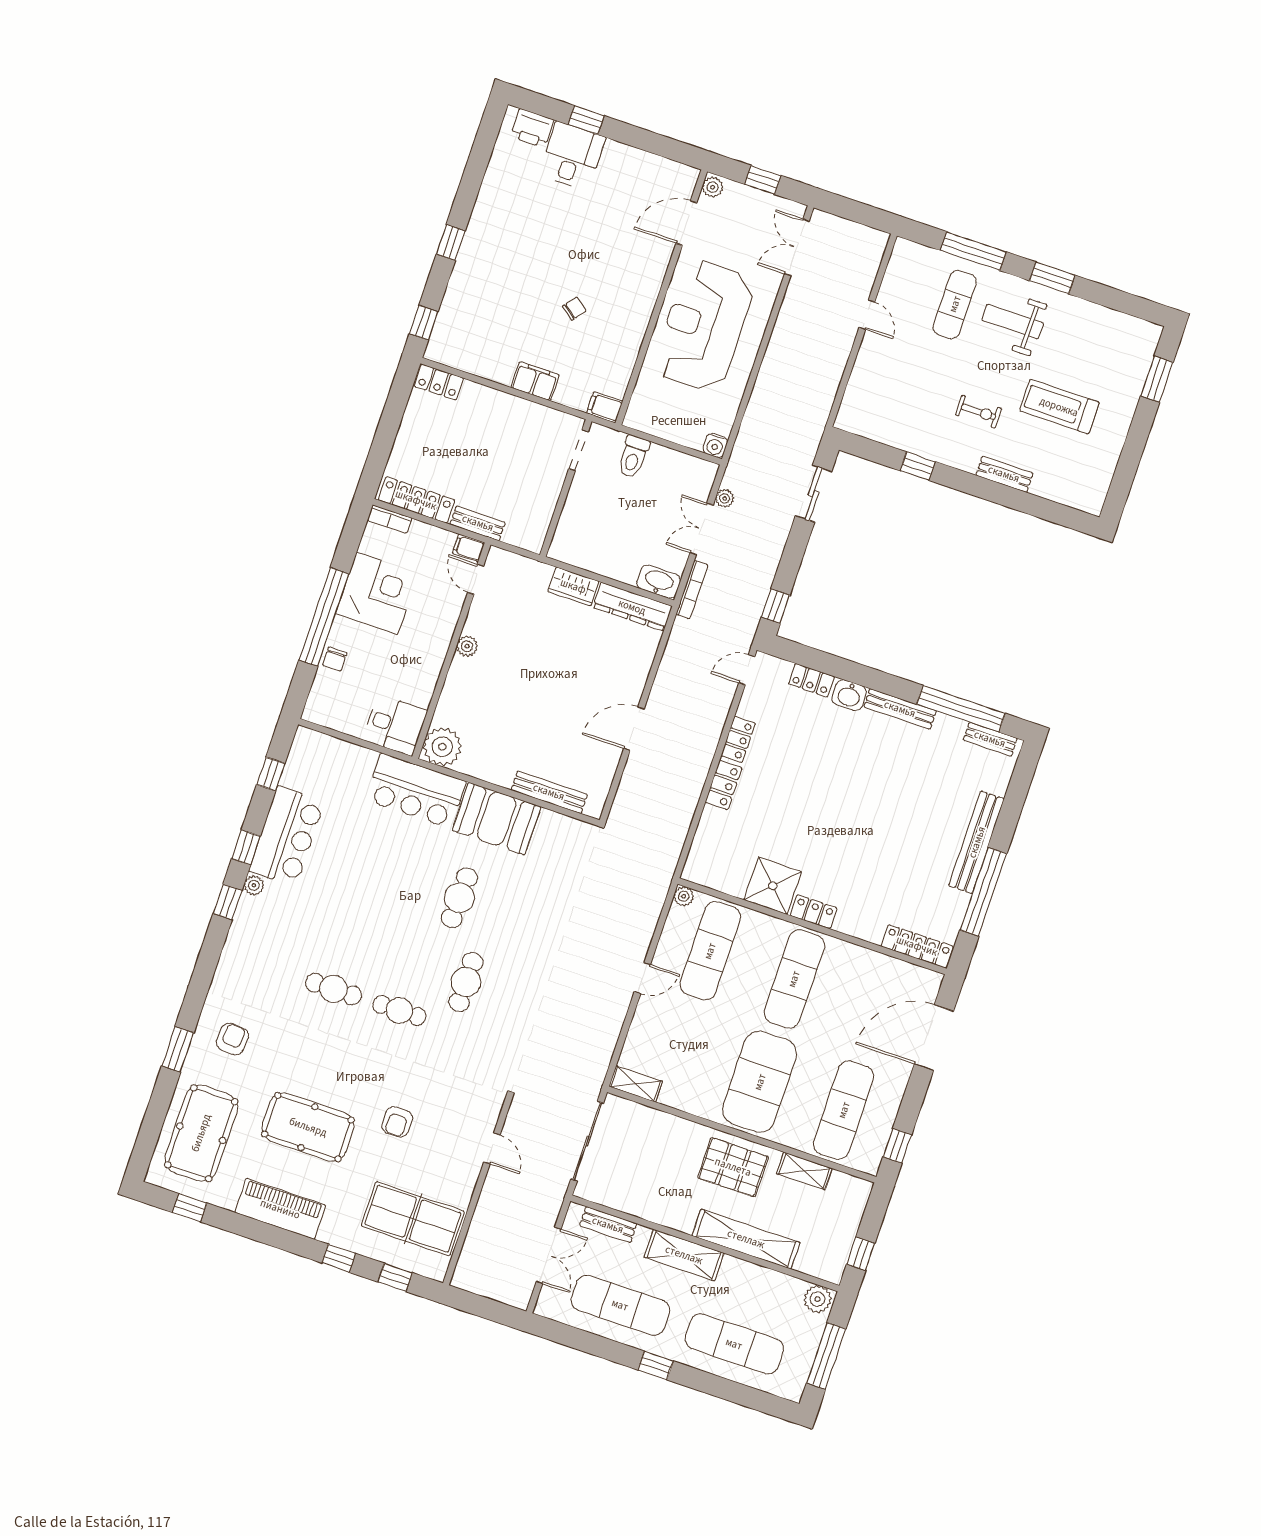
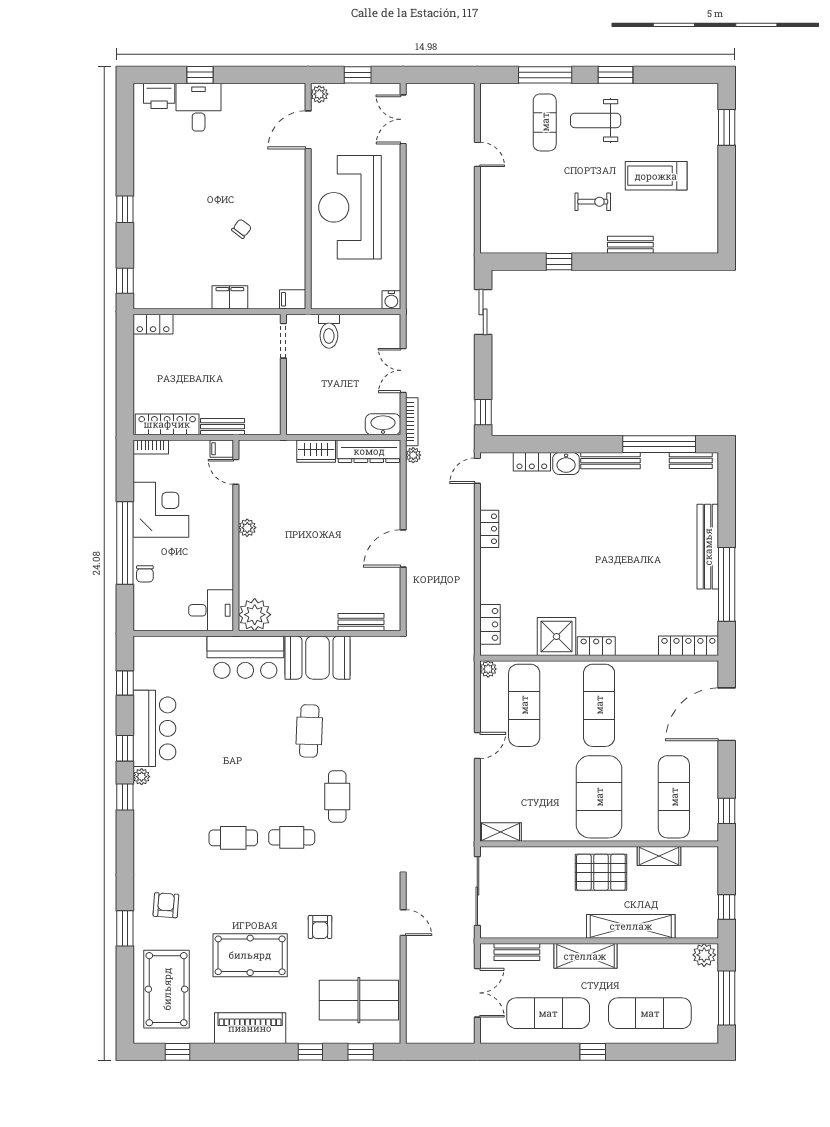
plant: (725, 498) -> (413, 455), moved
locker: (724, 785) -> (490, 624), moved
bench: (549, 792) -> (361, 622), width x0.73

